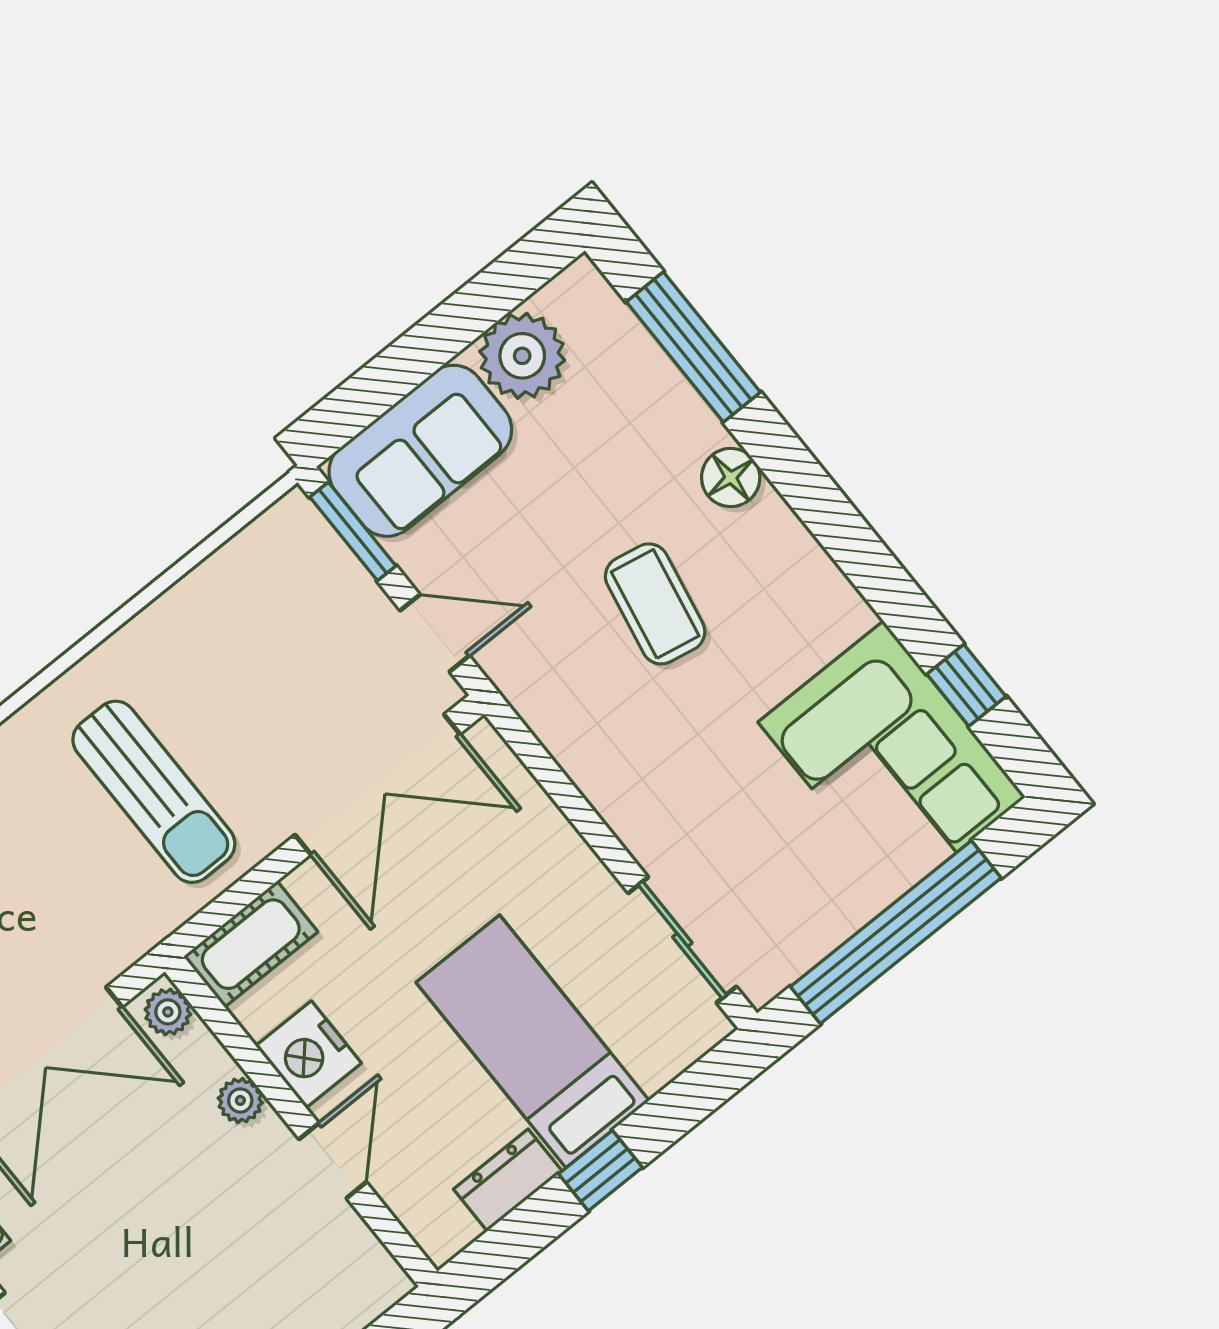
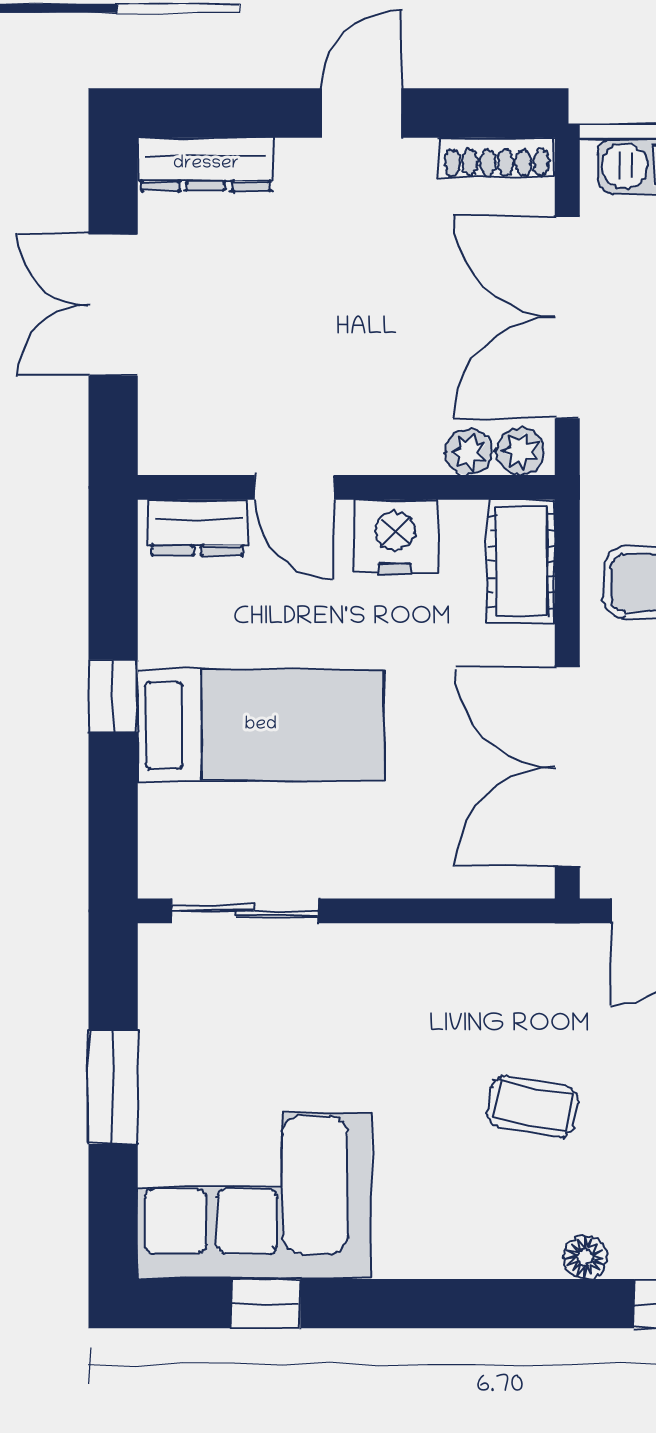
floor lamp: (731, 477) -> (585, 1257), width x0.73, depth x0.73
coffee table: (655, 604) -> (532, 1107), width x0.73, depth x0.77
window: (896, 932) -> (113, 1087), width x0.47
plant: (240, 1100) -> (469, 452), moved
dresser: (508, 1180) -> (197, 528), moved, turned 90

